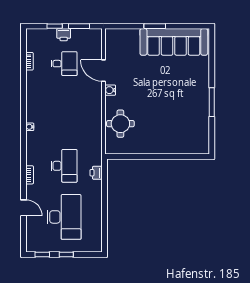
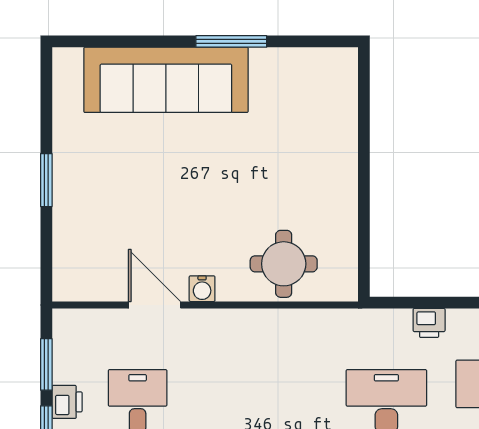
sofa: (174, 42) -> (166, 80), moved, turned 90
door: (104, 71) -> (155, 305), swing flipped
printer: (96, 173) -> (429, 323), moved

